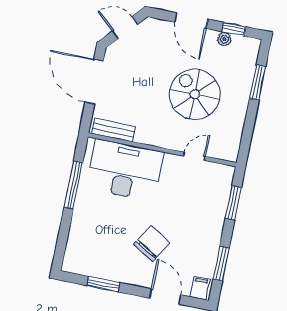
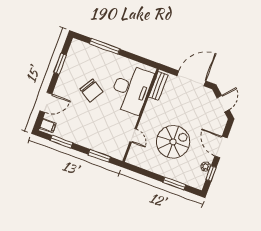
door: (191, 21) -> (221, 147), hinge flipped
window: (73, 185) -> (105, 46), moved
chair: (152, 244) -> (91, 90), moved

